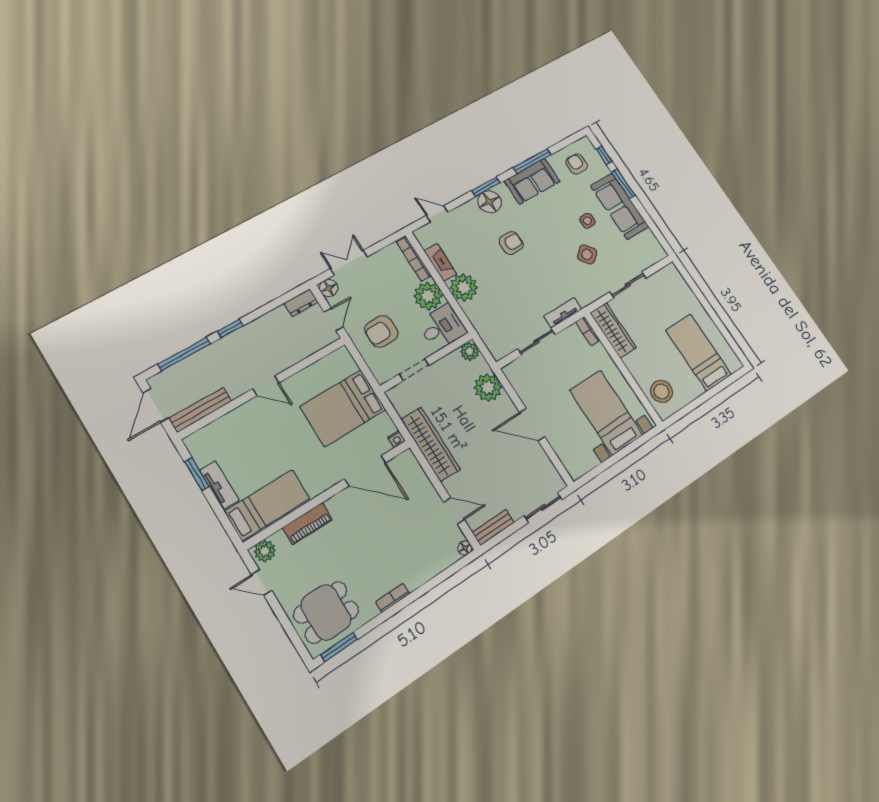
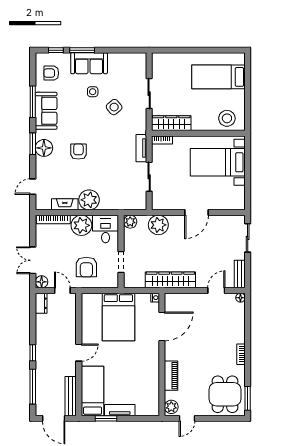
sofa: (620, 206) -> (89, 63), width x0.73
bed: (267, 505) -> (93, 391), moved

